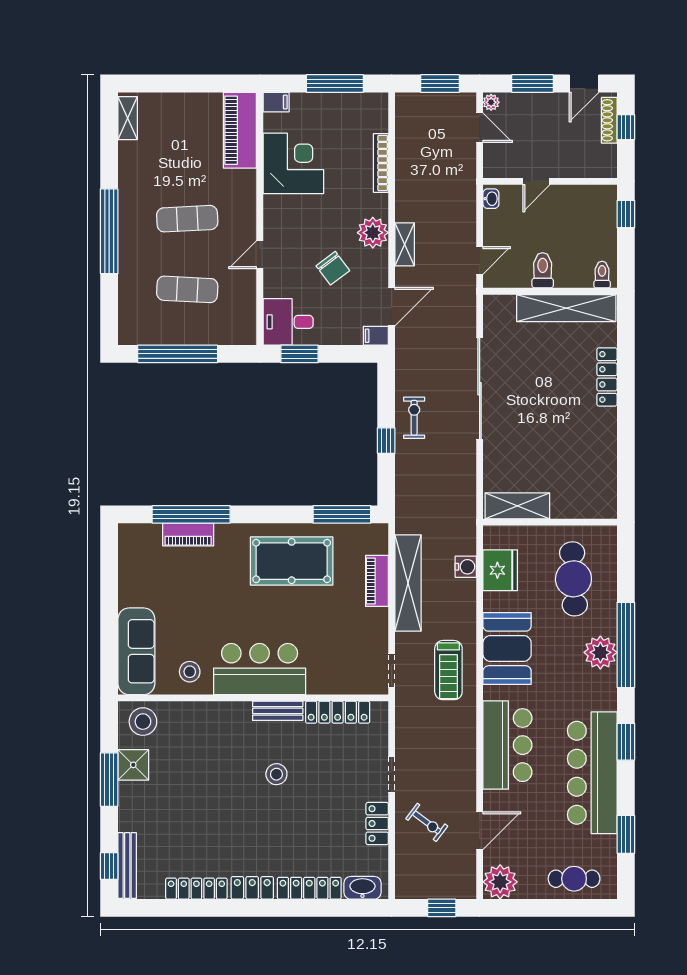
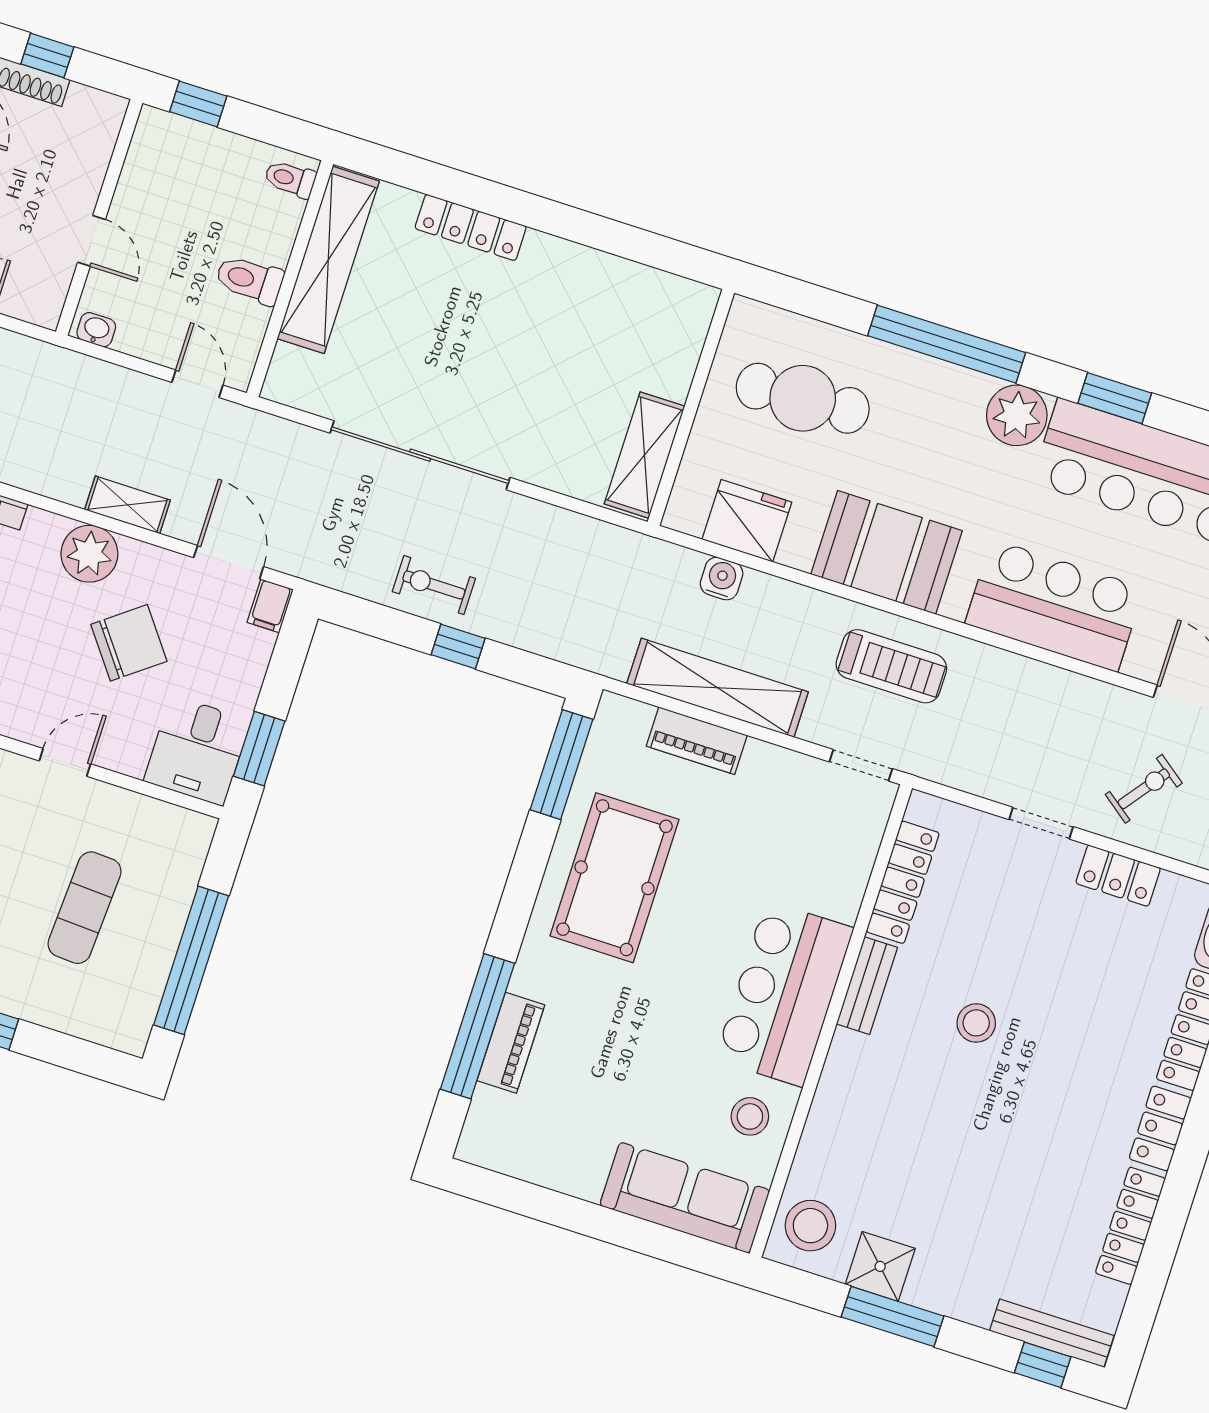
door: (260, 255) -> (65, 762), swing flipped
chair: (333, 268) -> (129, 643), width x1.37, depth x1.37
plant: (600, 652) -> (1017, 415), moved

